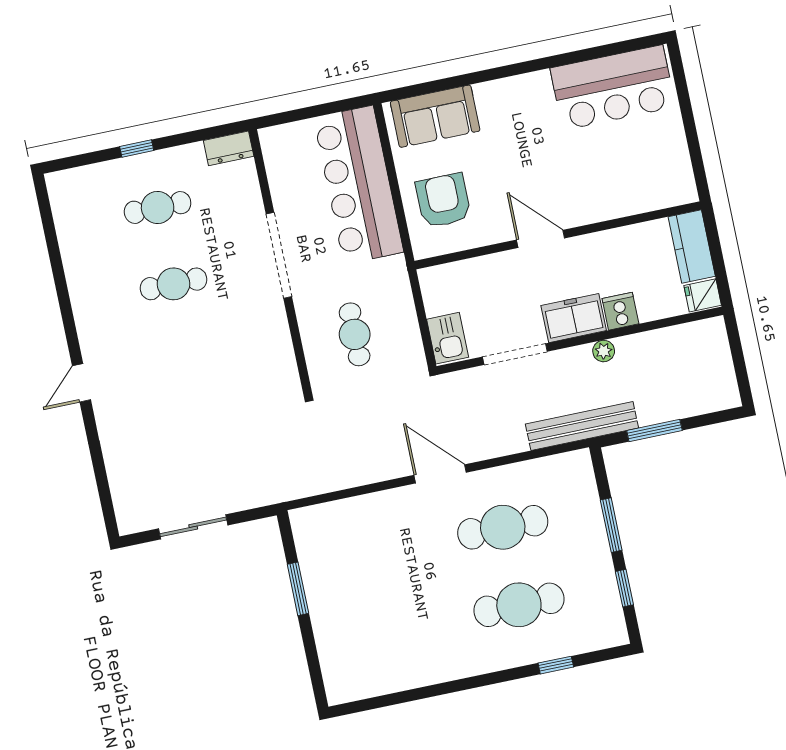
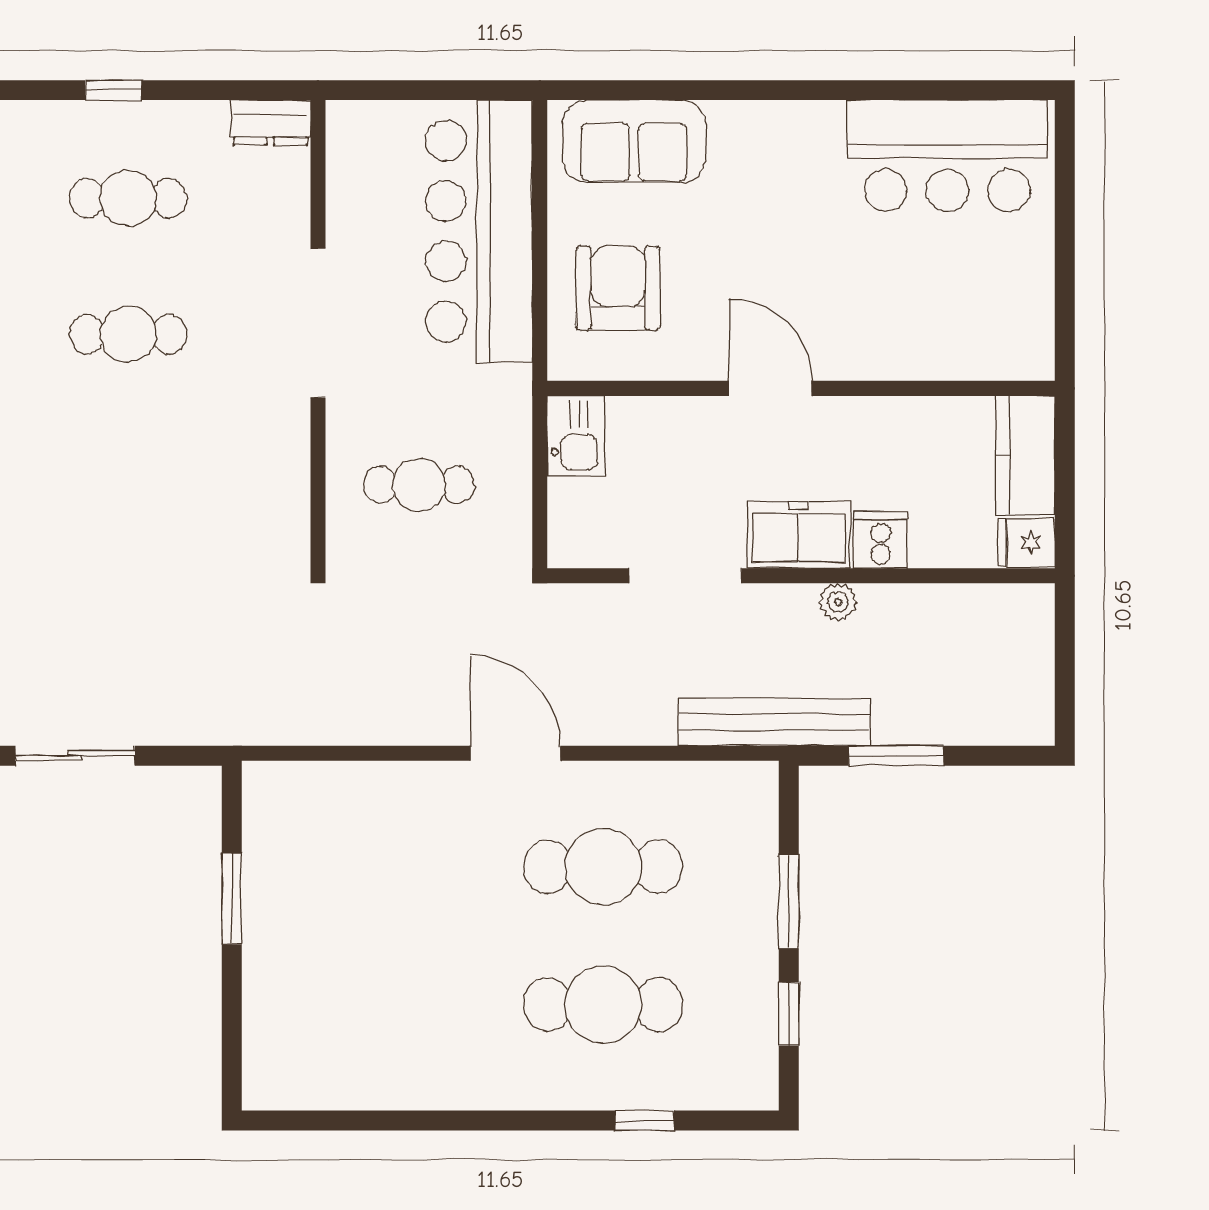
cafe table: (355, 334) -> (419, 485), turned 90
kitchen sink: (448, 338) -> (576, 436), moved

